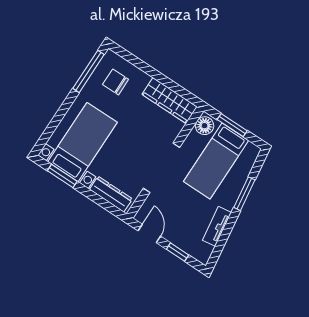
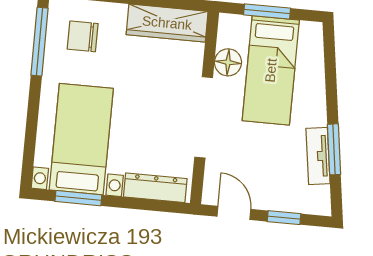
floor lamp: (205, 126) -> (228, 62), moved
window: (244, 194) -> (334, 149), moved

